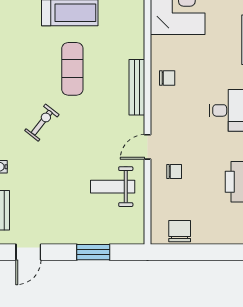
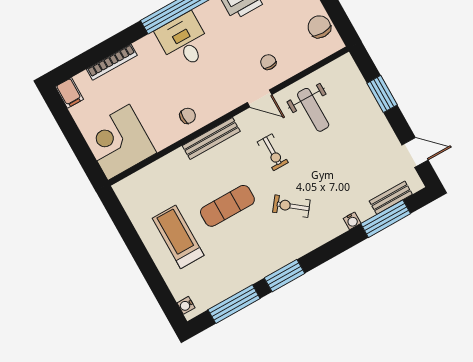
chair: (167, 78) -> (188, 116), turned 90
exercise bike: (96, 132) -> (273, 152), added
chair: (180, 231) -> (319, 27), turned 90

